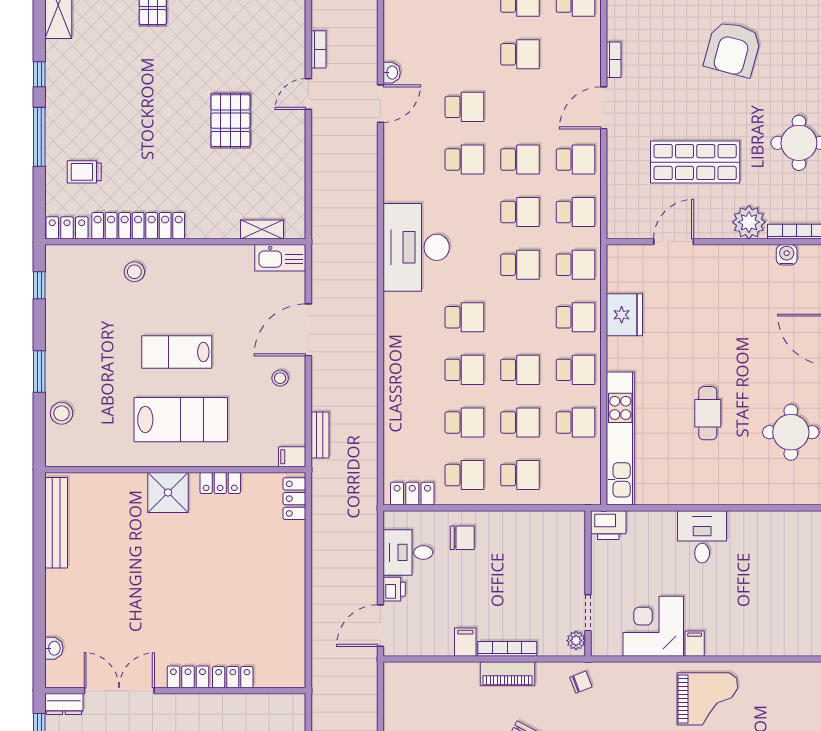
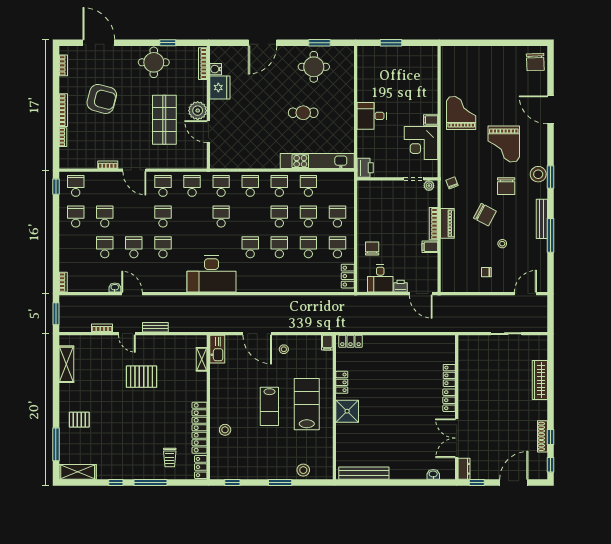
school desk: (520, 212) -> (105, 247), moved
plant: (749, 222) -> (198, 111), moved
fridge: (624, 315) -> (220, 88), moved, turned 90
bench: (320, 435) -> (155, 327), moved

